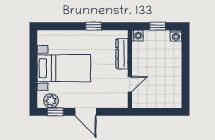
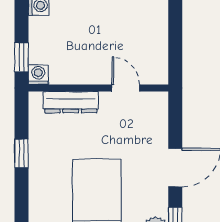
window: (158, 26) -> (21, 57), moved

